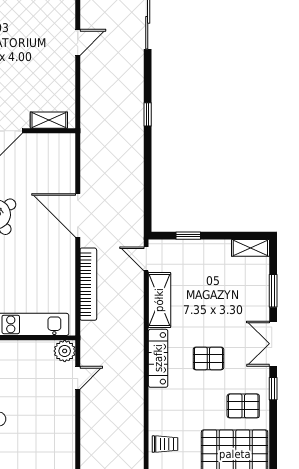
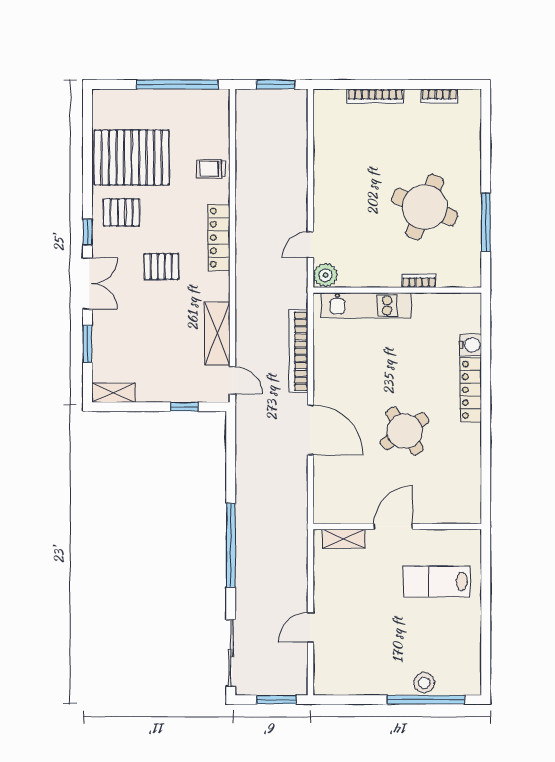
window: (148, 114) -> (231, 545), width x3.17
locker: (158, 358) -> (219, 238), moved

